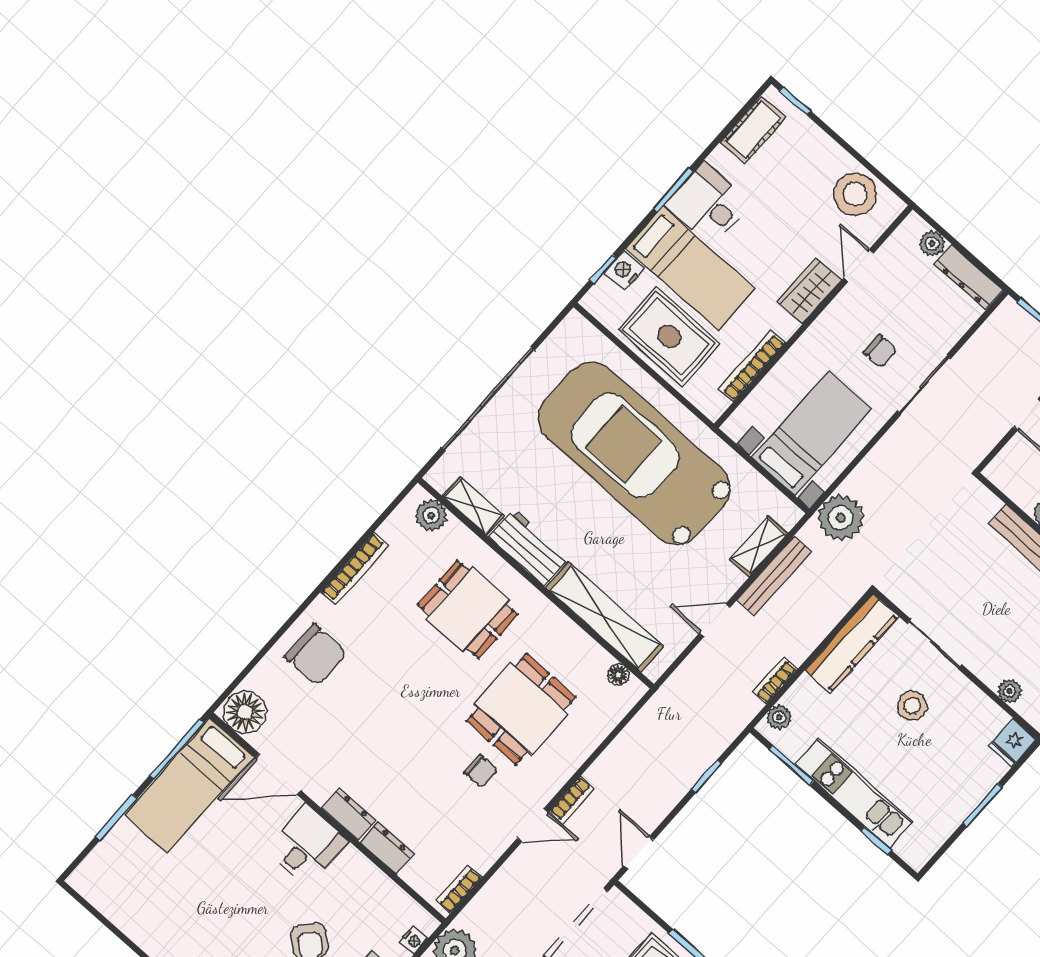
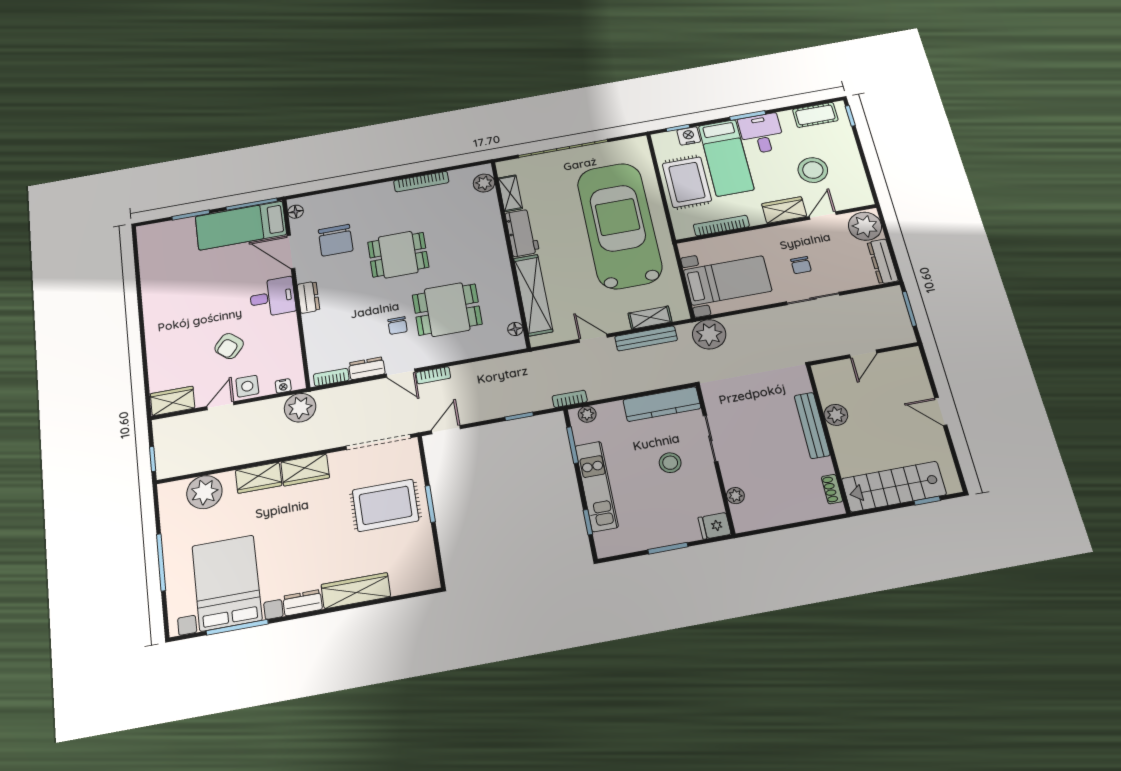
stool: (855, 194) -> (813, 170), moved
plant: (932, 243) -> (865, 226), width x1.88, depth x1.88
dining table: (468, 609) -> (398, 255), moved, turned 90
chair: (316, 655) -> (336, 240), moved
bookcase: (775, 680) -> (570, 399), moved
floor lamp: (245, 712) -> (296, 212), width x0.53, depth x0.53
dresser: (387, 848) -> (367, 368), moved, turned -90

